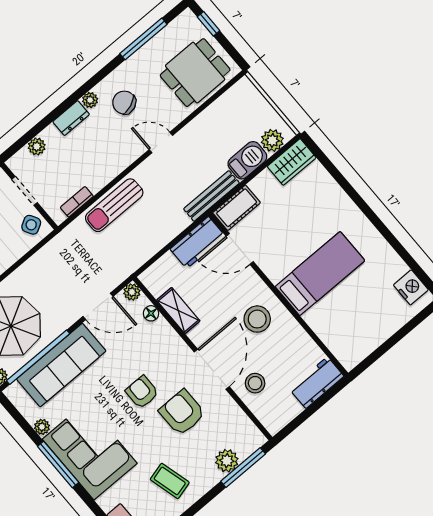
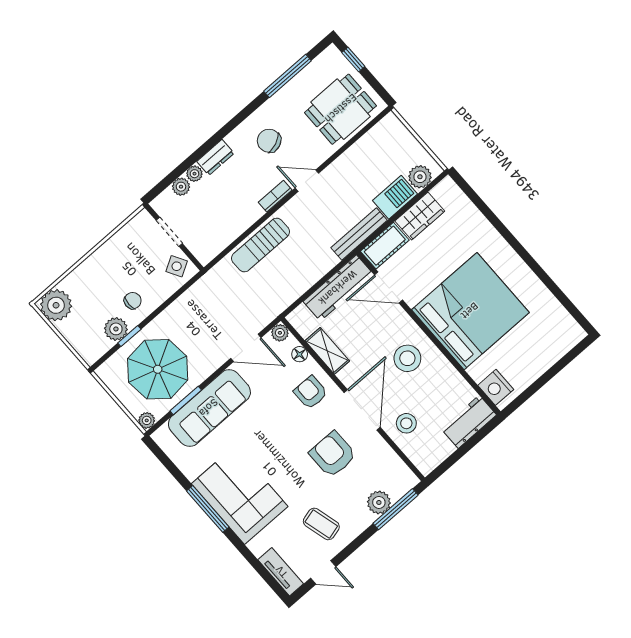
plant: (90, 100) -> (194, 174), moved
wardrobe: (292, 162) -> (420, 216), moved
bookcase: (77, 202) -> (275, 196), moved
workbench: (198, 243) -> (338, 288), width x1.37
bed: (320, 274) -> (470, 311), width x2.04
nightstand: (411, 287) -> (496, 387), moved, turned 180
window: (38, 357) -> (186, 400), width x0.47
armchair: (142, 392) -> (311, 392), moved
plant: (42, 427) -> (191, 471), removed

